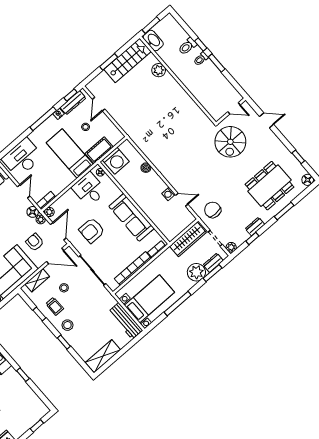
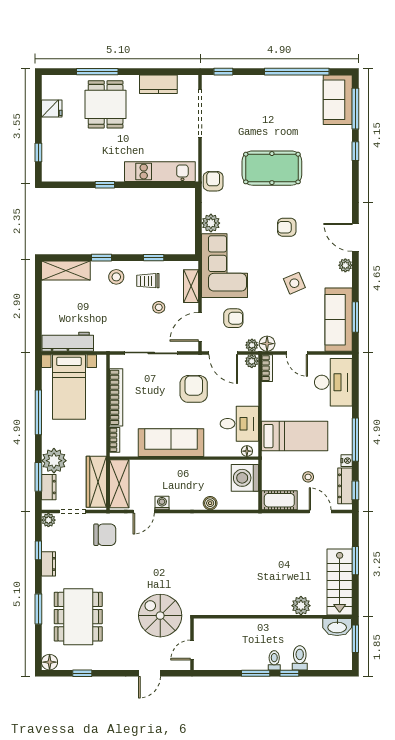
cot: (99, 150) -> (279, 500), moved, turned 90
shelving: (178, 226) -> (119, 484), added
shelving: (103, 356) -> (66, 271), moved, turned 90

